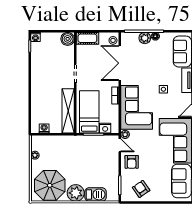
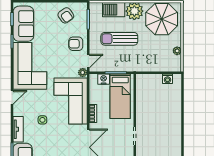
shelving: (68, 111) -> (142, 97), removed
door: (120, 145) -> (88, 61), swing flipped
armchair: (132, 162) -> (76, 44), turned -90
sun lounger: (90, 167) -> (119, 39), added

